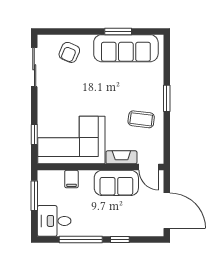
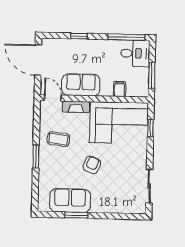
sofa: (126, 48) -> (70, 201), width x0.73
armchair: (69, 52) -> (92, 165), moved
window: (81, 240) -> (126, 37), moved

